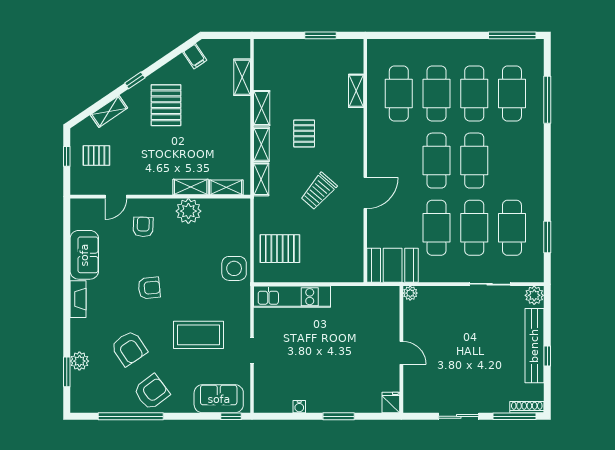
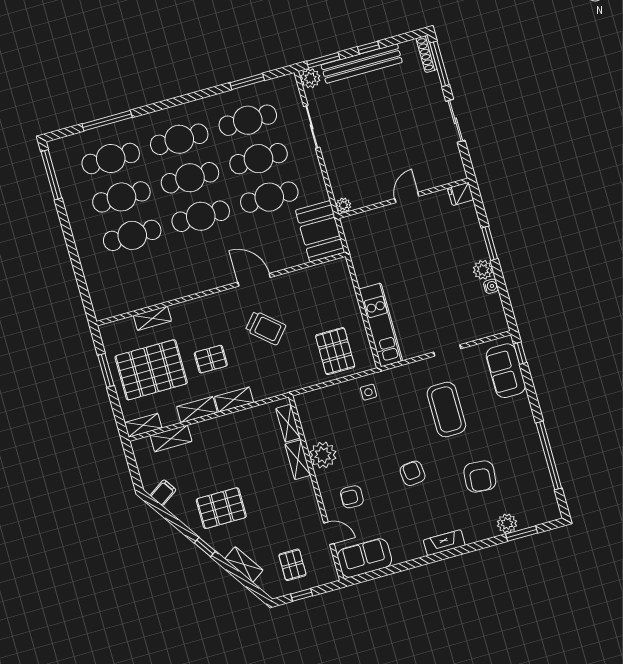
pallet: (310, 77) -> (151, 370), added
cafe table: (399, 93) -> (179, 139), moved
shelving: (261, 179) -> (143, 425), moved
sofa: (84, 255) -> (365, 558), moved
side table: (234, 268) -> (368, 392), width x0.54, depth x0.54
window: (547, 312) -> (323, 60), added
armchair: (129, 348) -> (480, 477), turned 129
armchair: (152, 392) -> (518, 441), removed
plant: (316, 404) -> (483, 270), added

